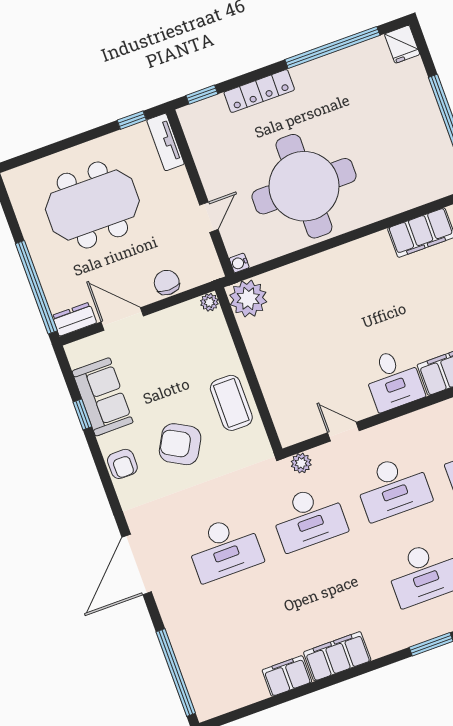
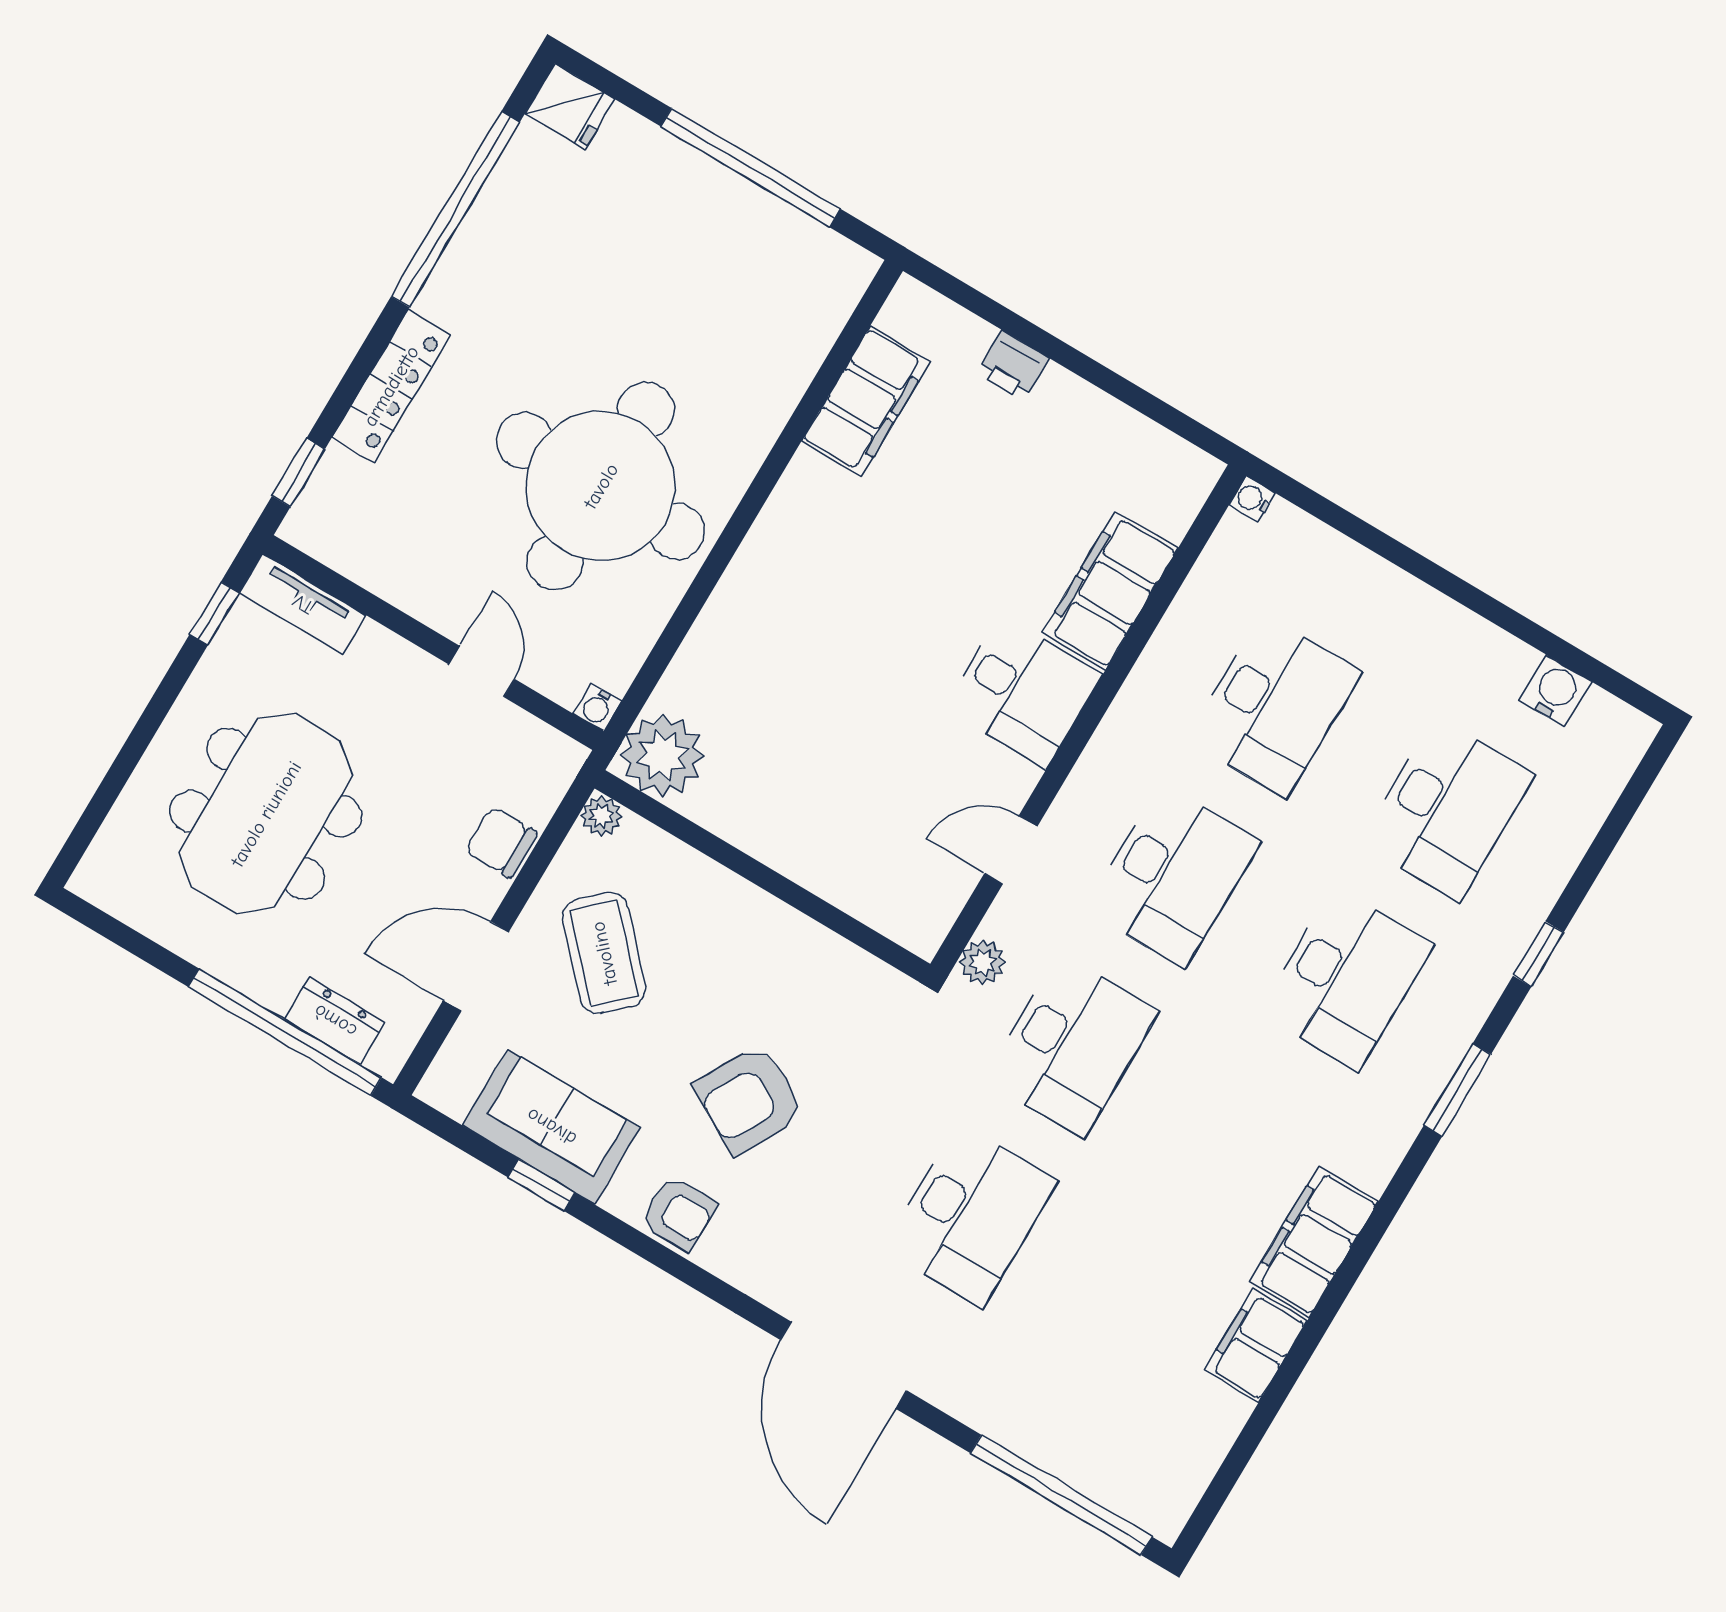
dresser: (74, 319) -> (335, 1021), moved, turned 90
coffee table: (231, 403) -> (604, 953), moved, turned 47

